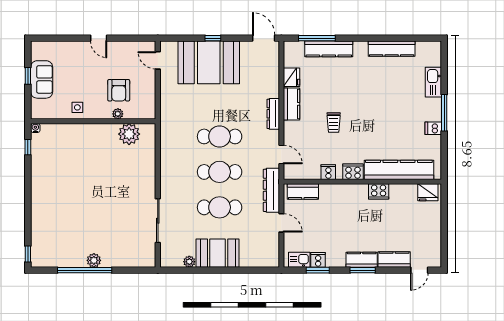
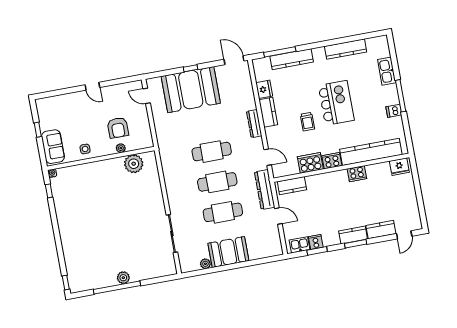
sofa: (42, 79) -> (53, 147), moved
kitchen island: (370, 107) -> (336, 103), added
cooker: (328, 172) -> (310, 163), width x1.87, depth x1.31

